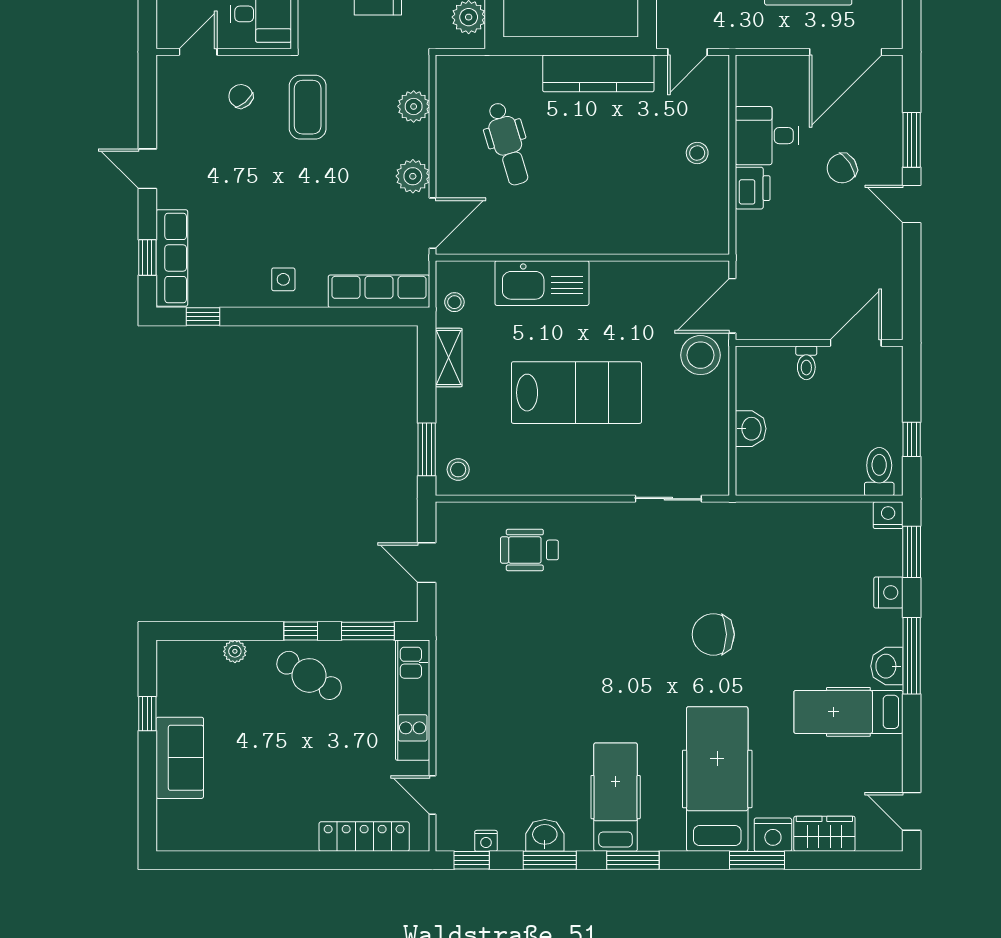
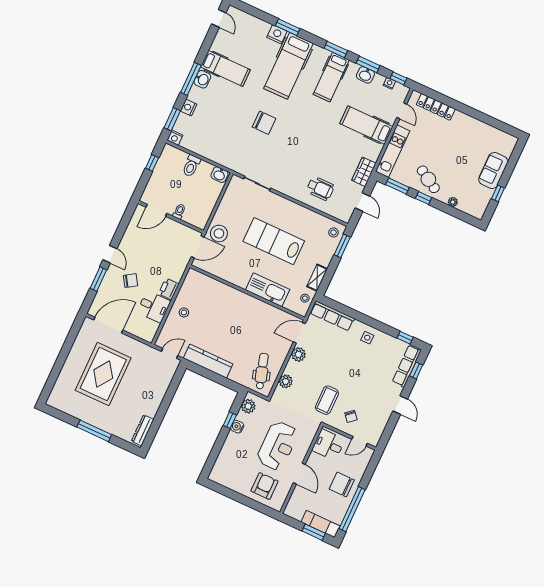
dental chair: (508, 144) -> (262, 371), moved
washbasin: (751, 429) -> (219, 175), moved, turned -90
toilet: (879, 472) -> (191, 166), moved
hospital bed: (494, 730) -> (366, 125), added
wardrobe: (824, 834) -> (364, 172), moved, turned 90

